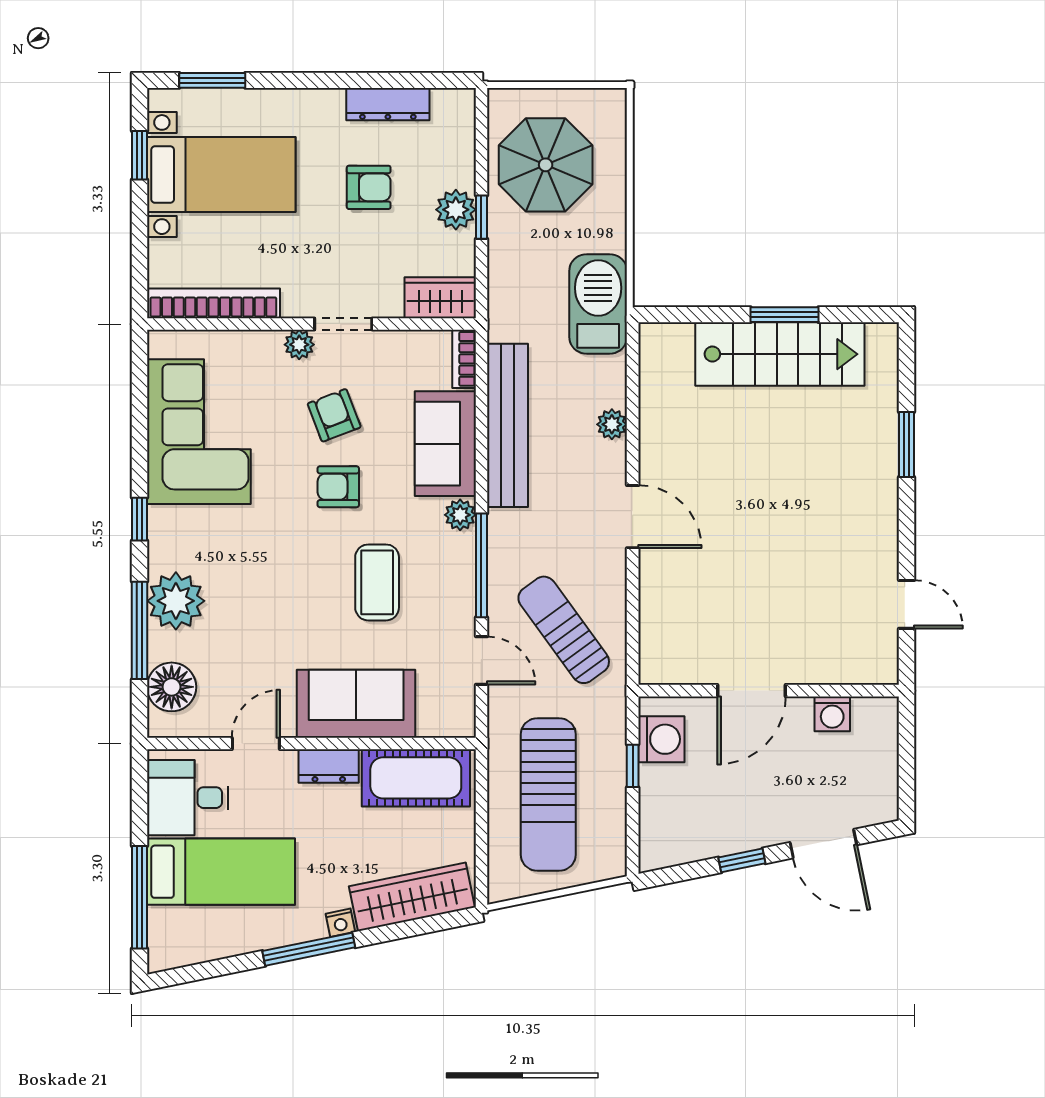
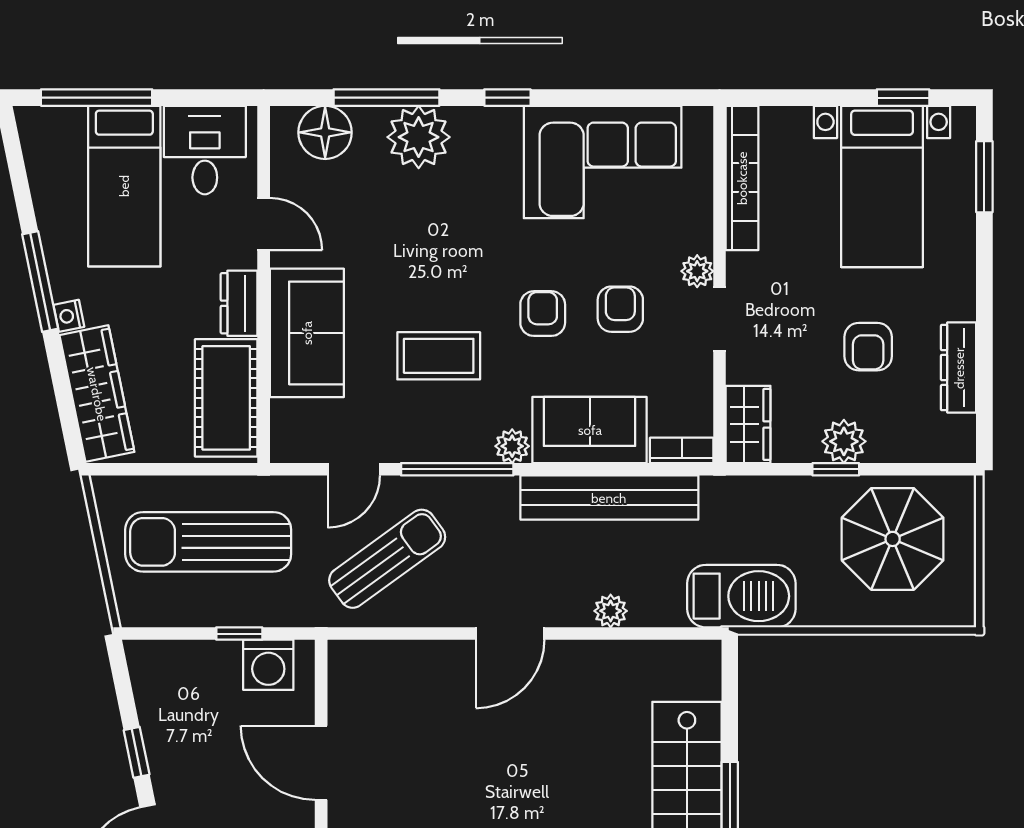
armchair: (334, 415) -> (620, 309), turned -69

